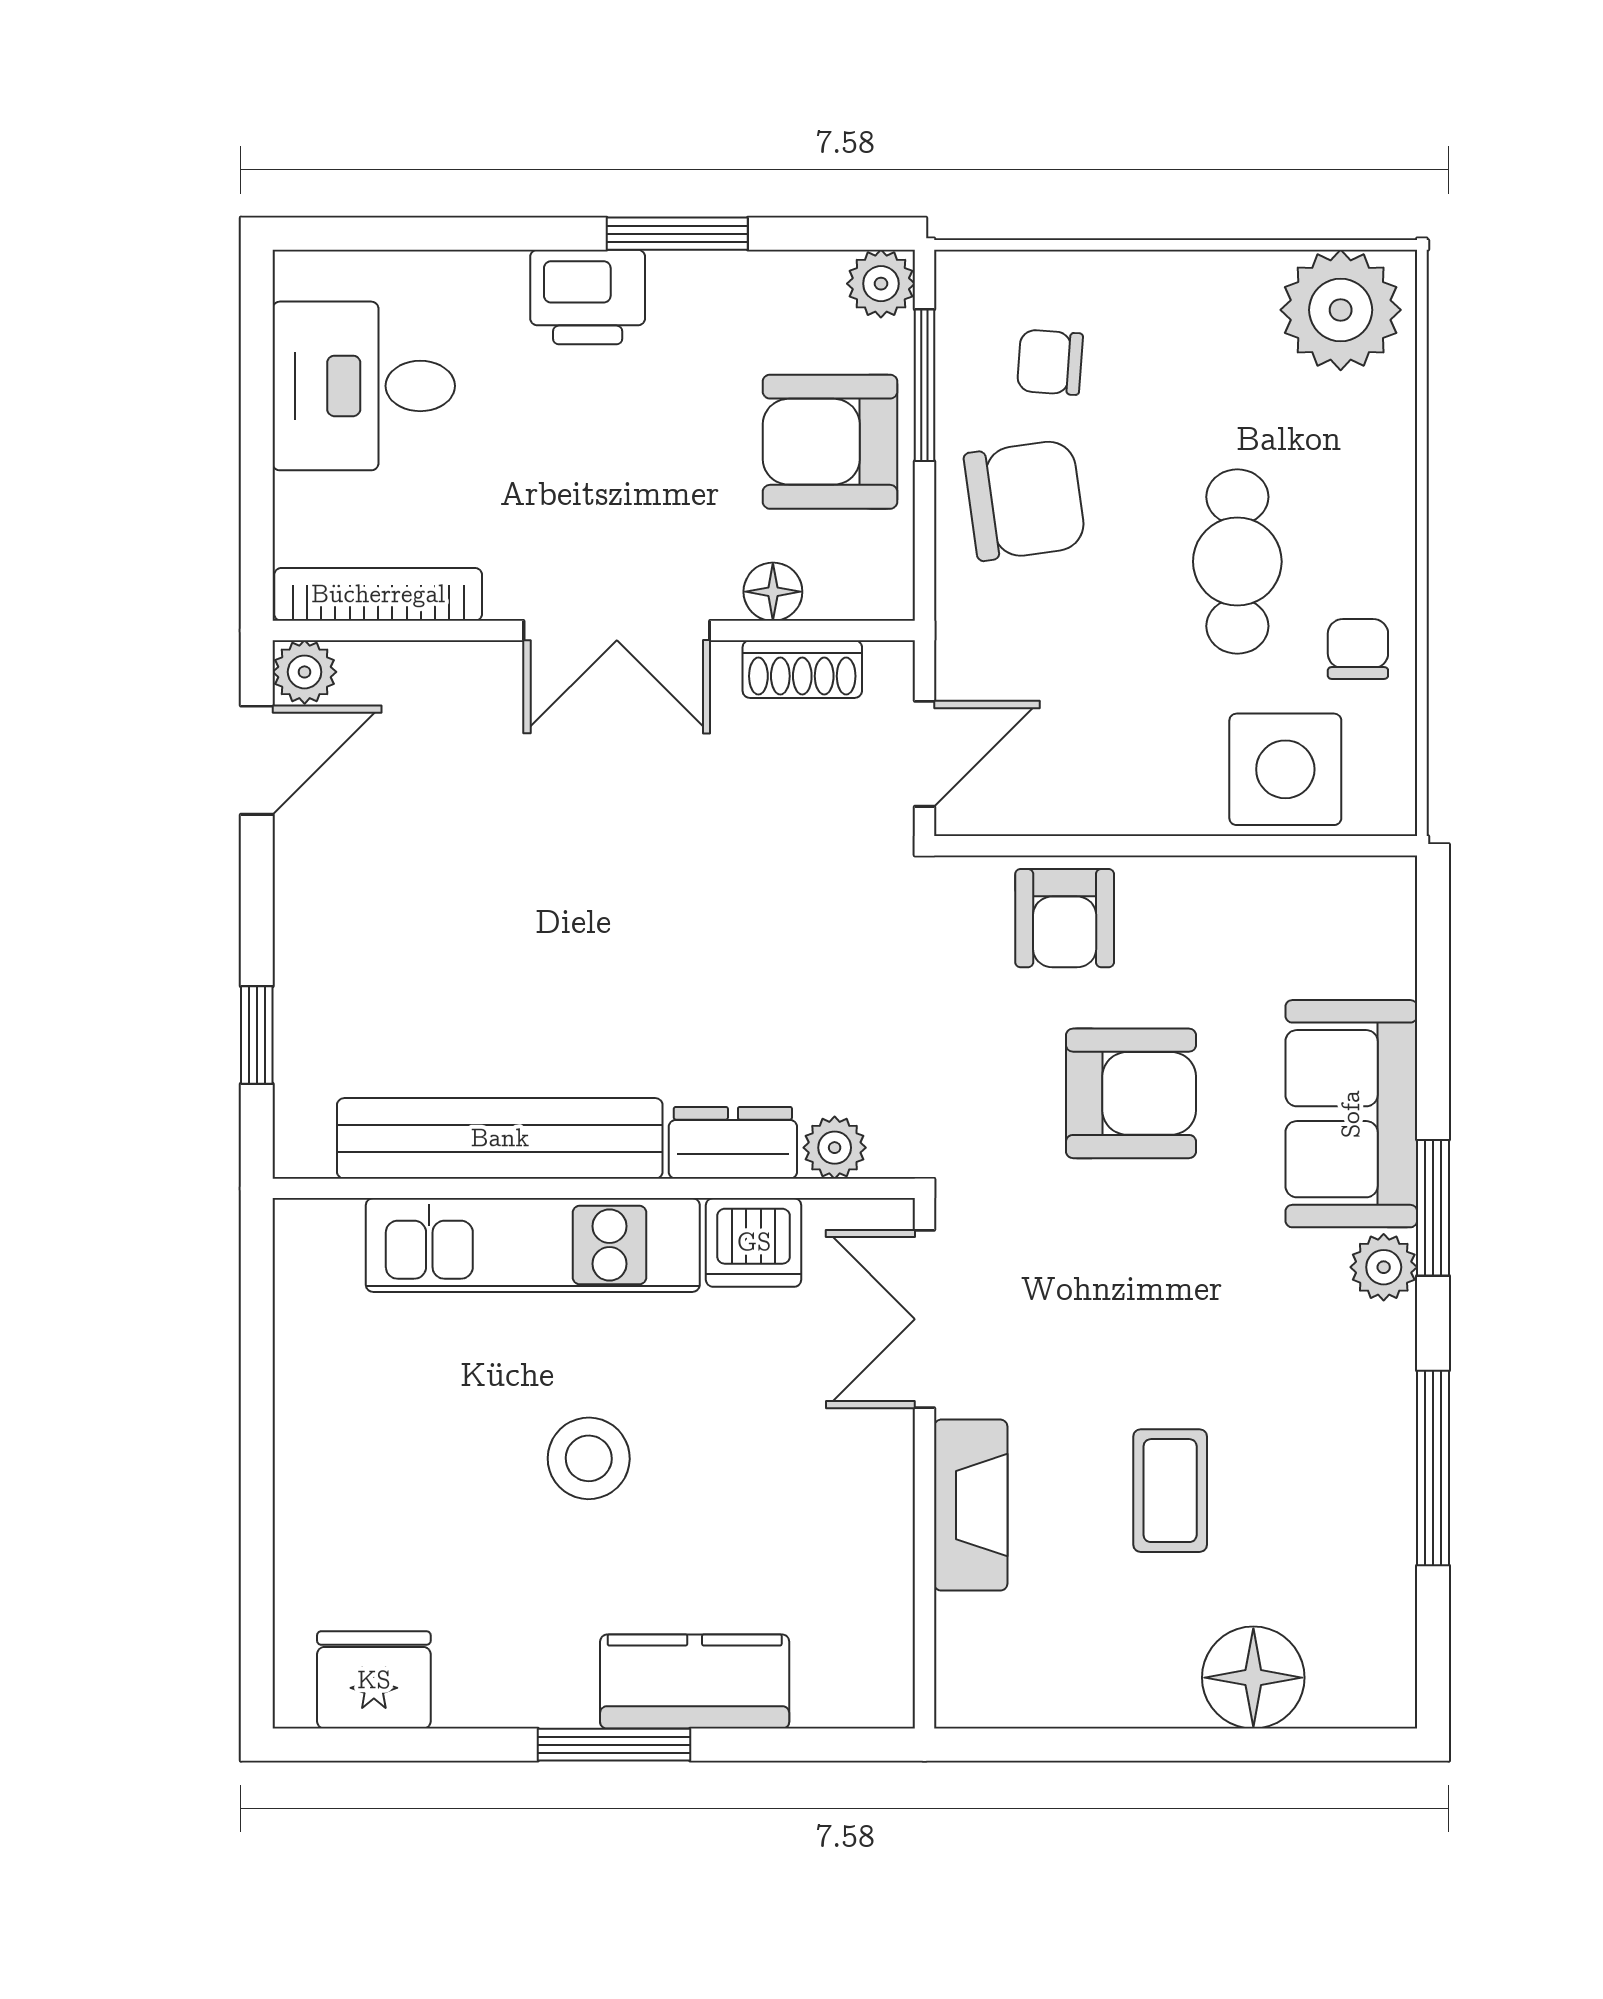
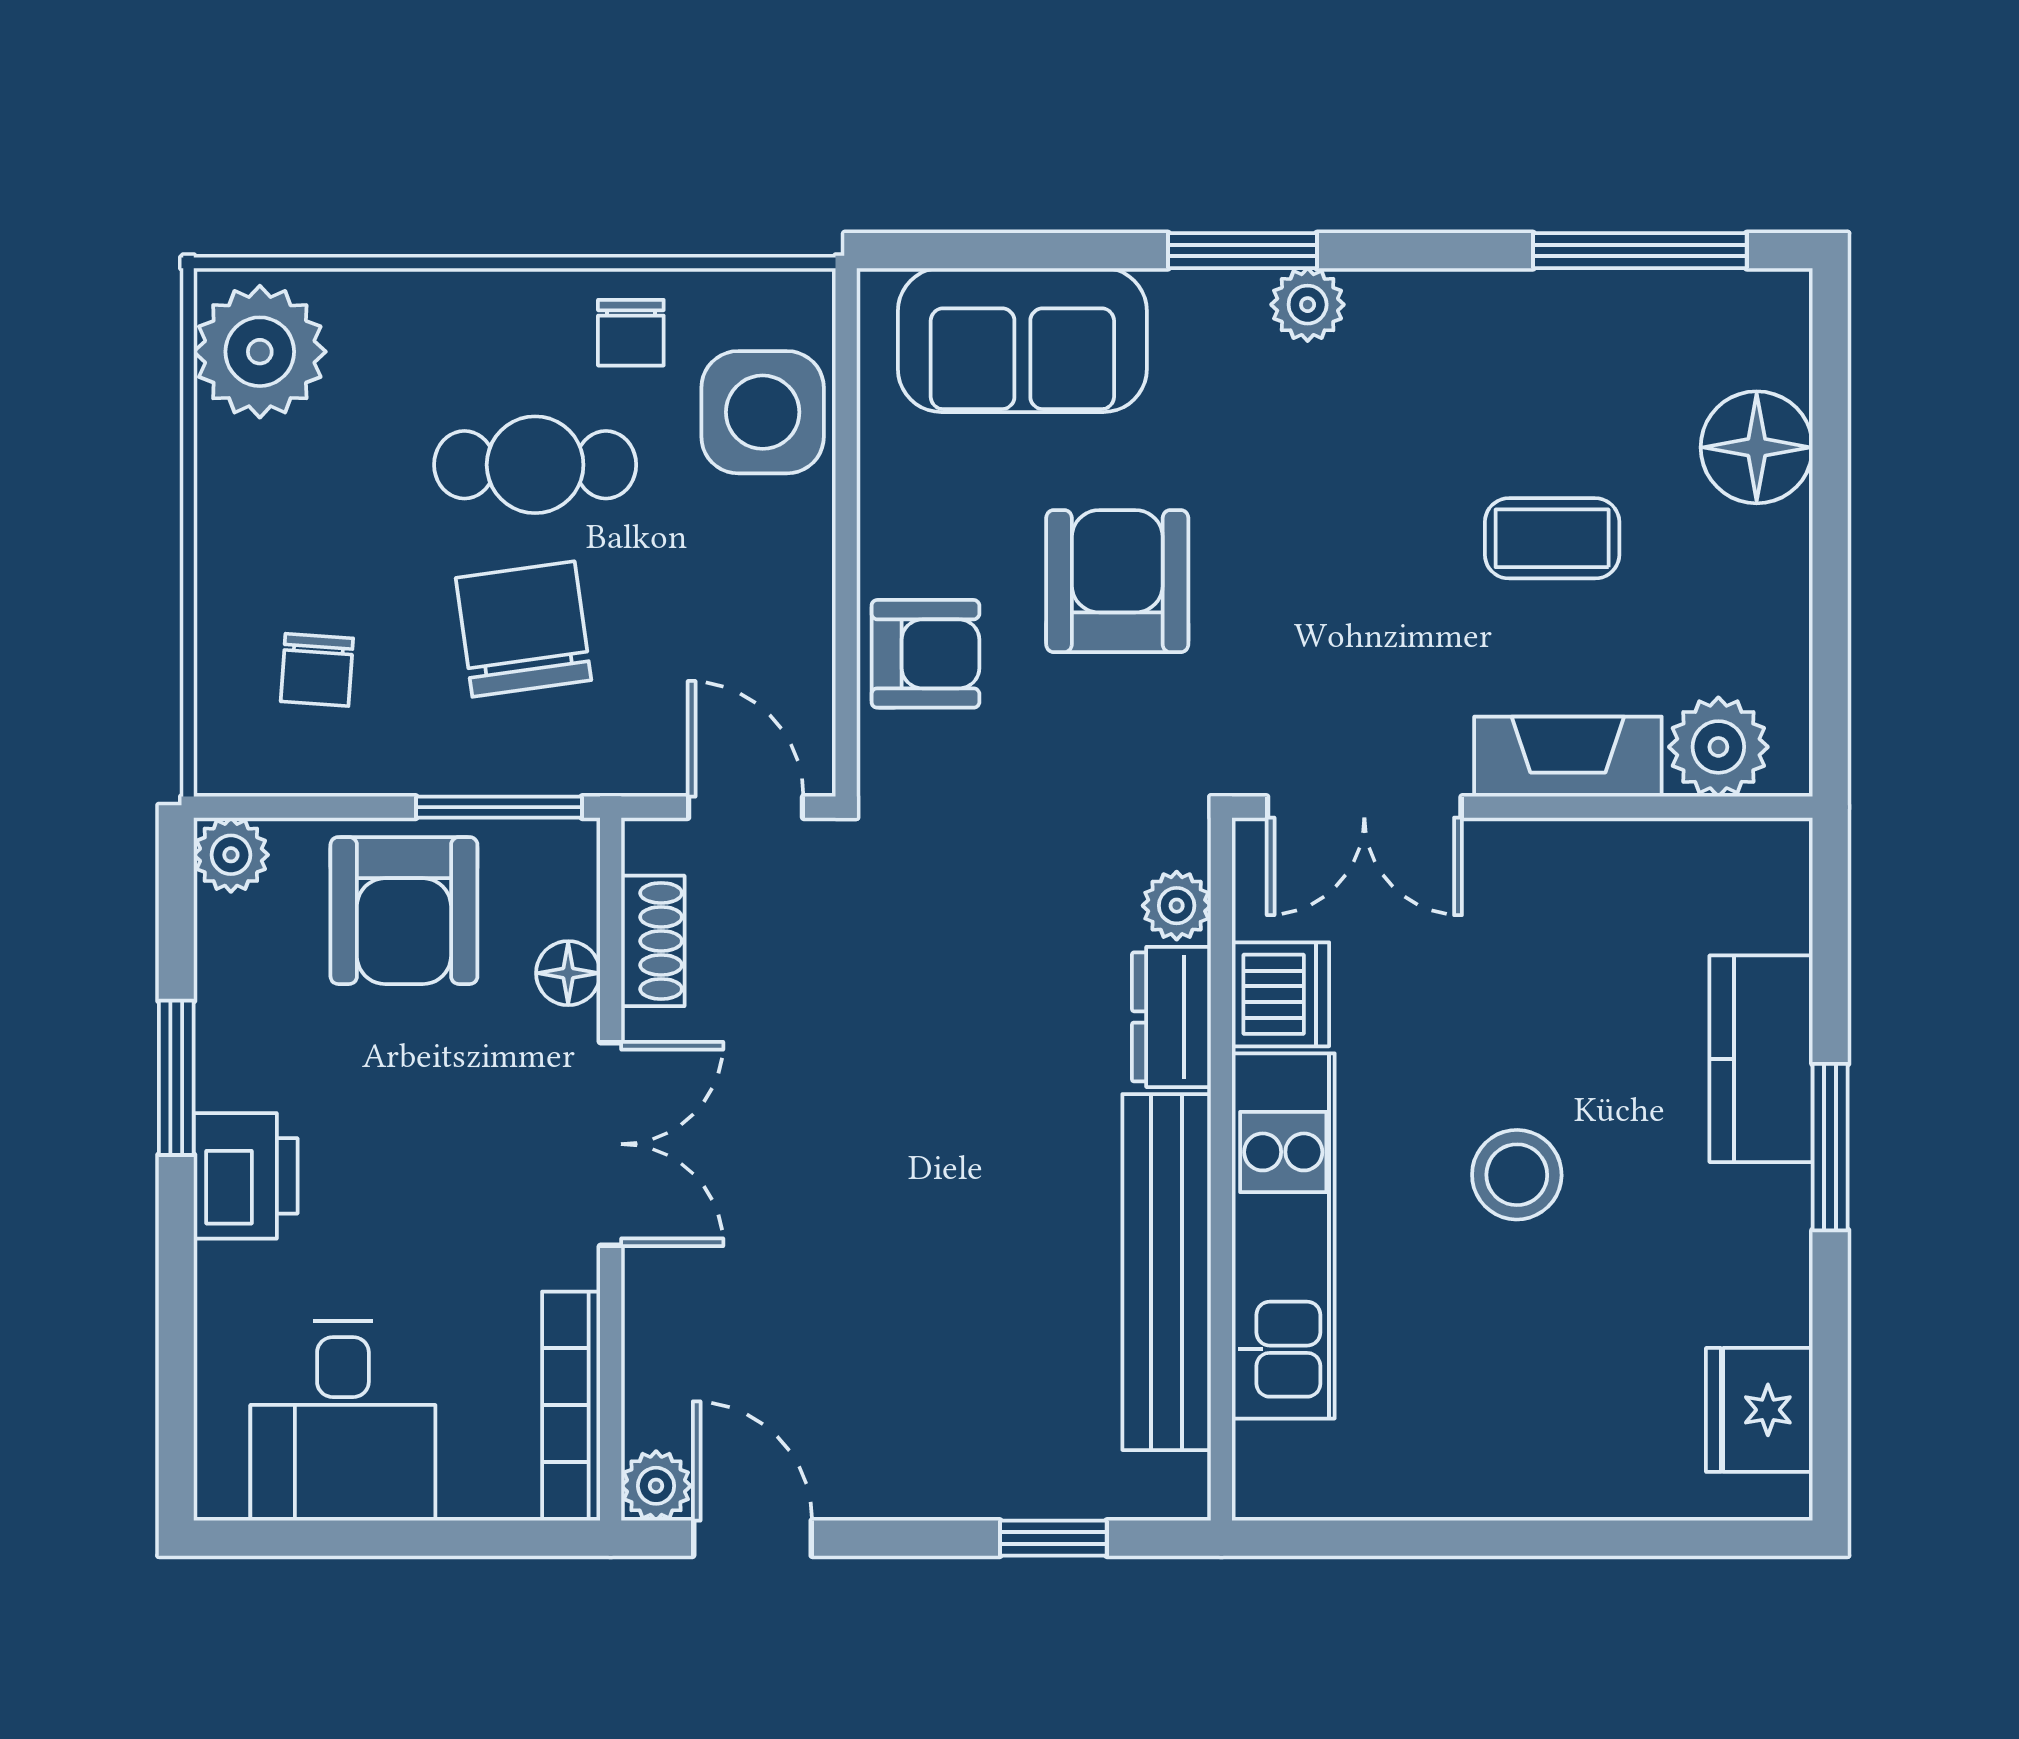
window: (925, 385) -> (499, 807), moved
chair: (1025, 500) -> (523, 629), moved
chair: (1358, 649) -> (631, 333), turned -90
sofa: (1351, 1114) -> (1022, 340), moved
window: (1433, 1468) -> (1640, 251), moved
plant: (980, 1643) -> (1718, 747), added

